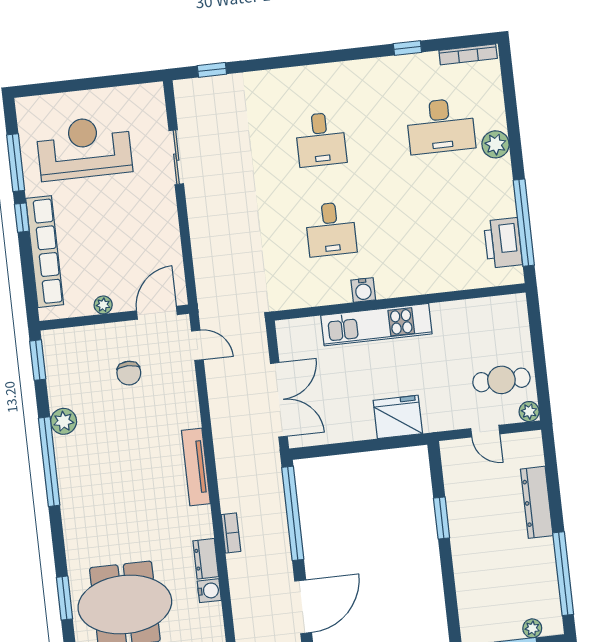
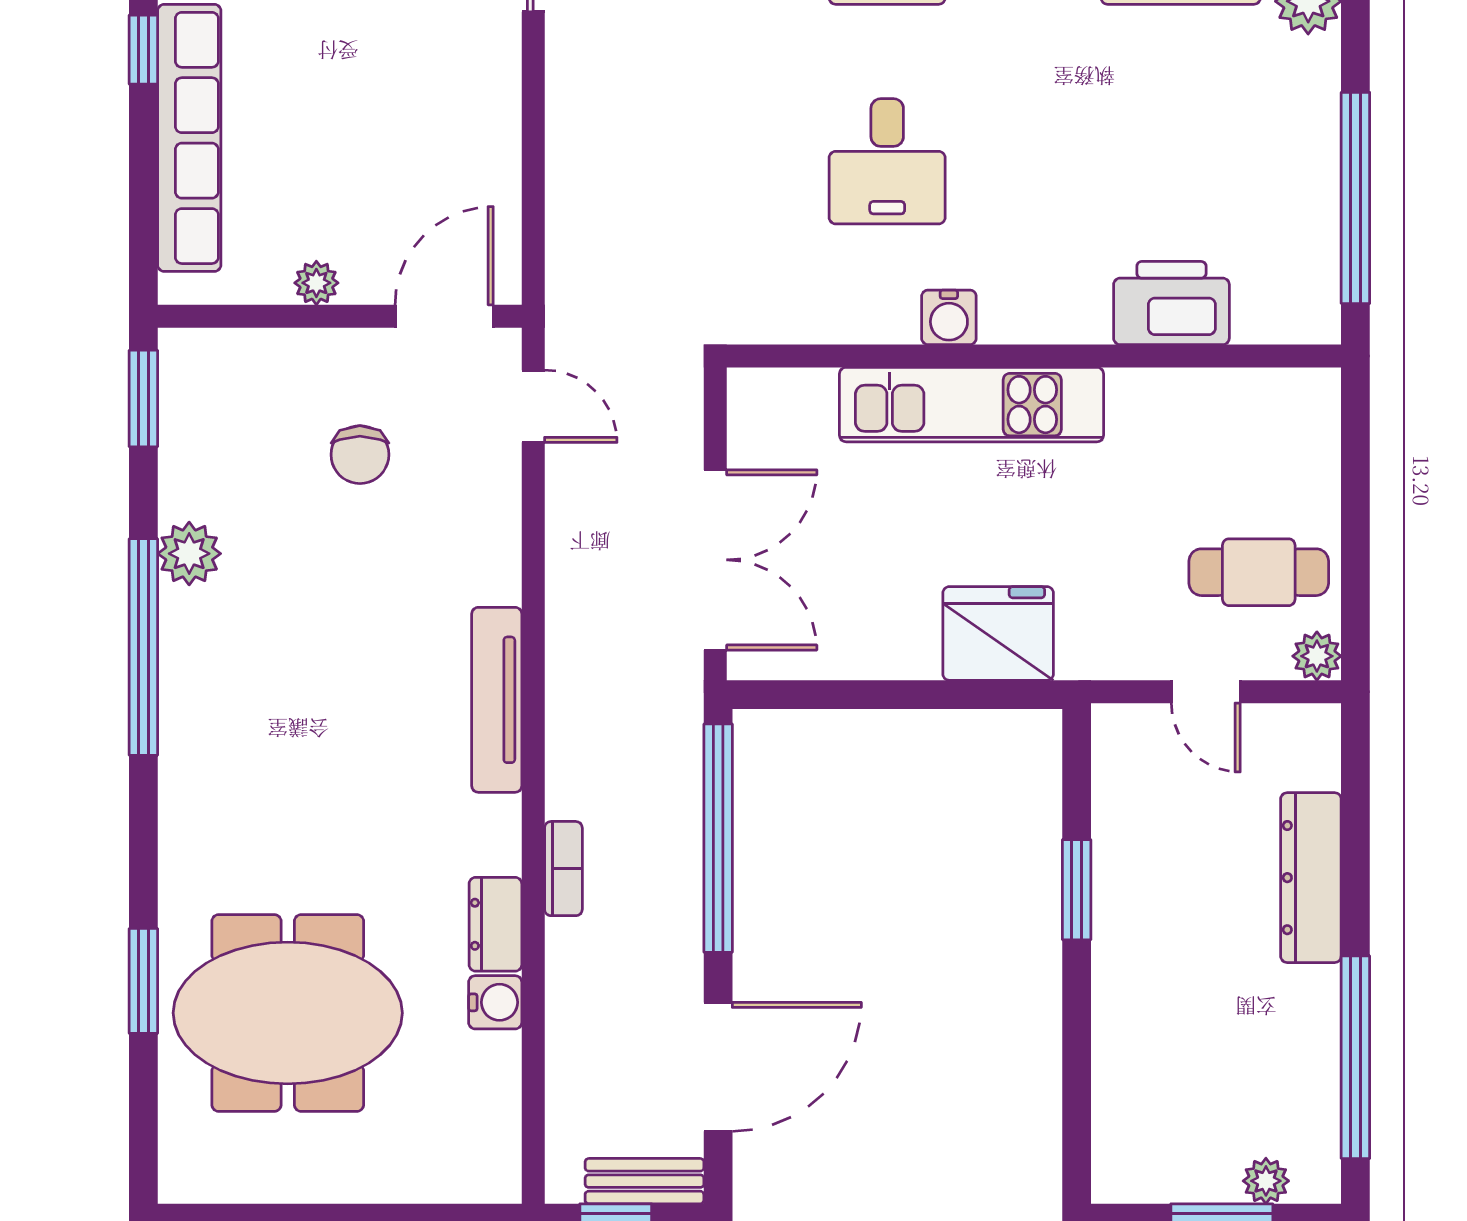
printer: (503, 243) -> (1171, 303), moved, turned 90

